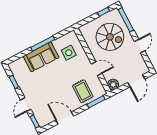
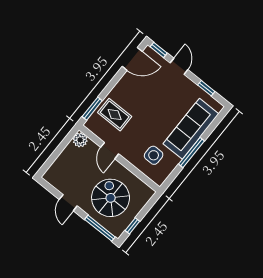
spiral stairs: (110, 37) -> (111, 198), turned 90
sofa: (41, 57) -> (191, 129), width x1.36
door: (97, 69) -> (110, 151), hinge flipped
door: (136, 81) -> (53, 157), removed
door: (65, 118) -> (132, 59), moved

